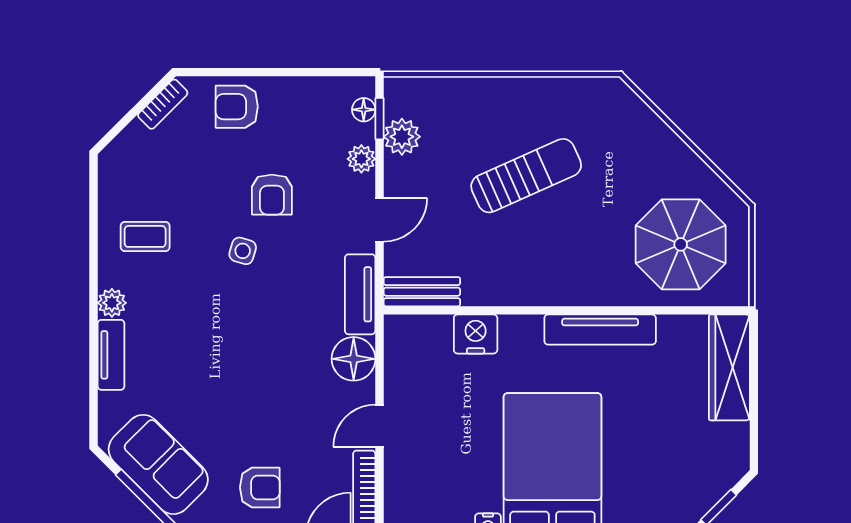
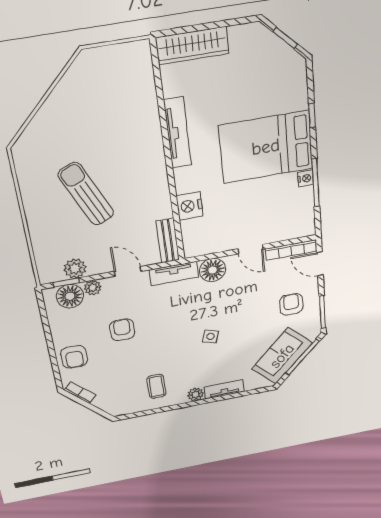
floor lamp: (364, 110) -> (70, 296), width x1.89, depth x1.89
armchair: (272, 195) -> (122, 330), turned -90
parasol: (681, 244) -> (115, 91), removed
side table: (243, 251) -> (210, 336), moved

